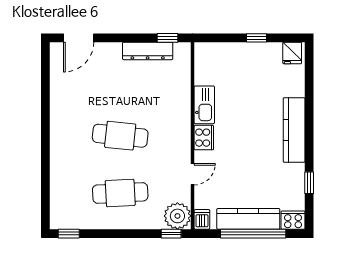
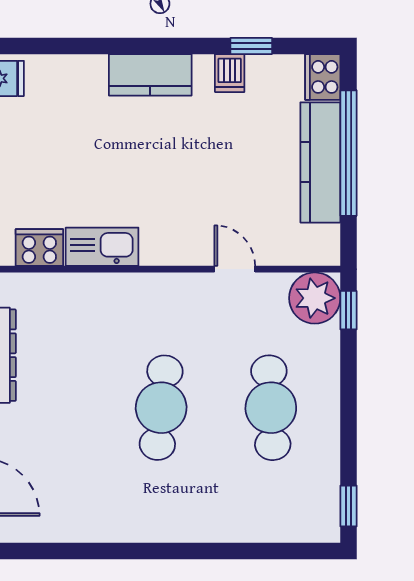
kitchen counter: (294, 130) -> (150, 75), width x0.67
cooker: (204, 138) -> (39, 248), moved
dishwasher: (202, 219) -> (230, 73), moved, turned -90

